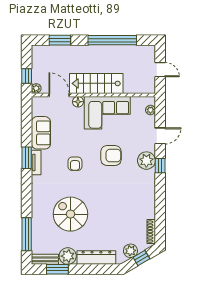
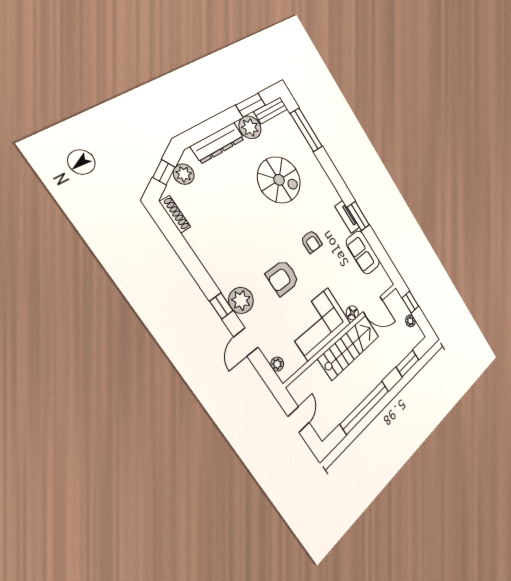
door: (160, 70) -> (299, 420), swing flipped
plant: (36, 88) -> (410, 321), moved
armchair: (75, 164) -> (312, 242), turned 180

